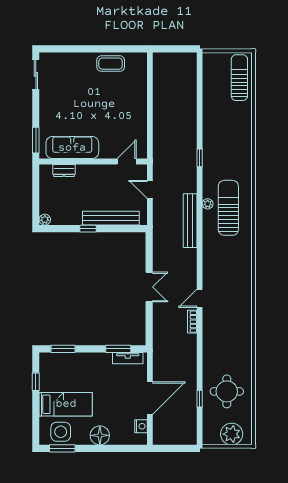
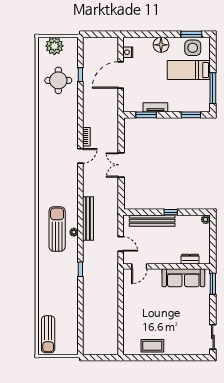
sun lounger: (228, 208) -> (57, 229), turned 180
tv unit: (128, 358) -> (155, 107), moved
window: (36, 382) -> (213, 88), width x2.17

